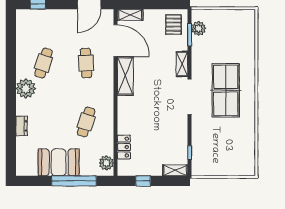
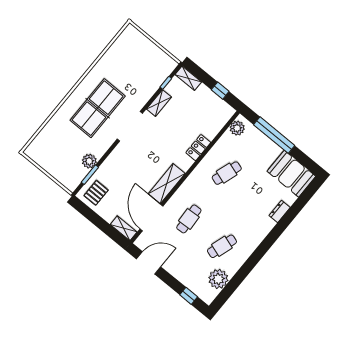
plant: (199, 28) -> (89, 161), moved
shelving: (182, 64) -> (159, 103), moved
plant: (26, 89) -> (218, 279), moved
locker: (124, 147) -> (198, 148), moved
booth: (59, 162) -> (291, 174), moved

